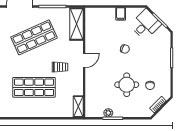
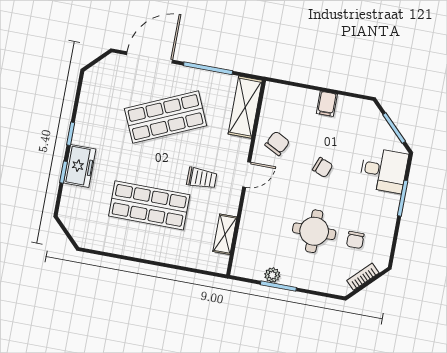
desk: (145, 25) -> (384, 170), moved, turned 45
chair: (98, 40) -> (277, 143), added
shelving: (78, 107) -> (225, 234), moved

